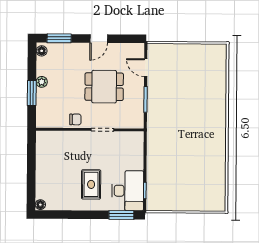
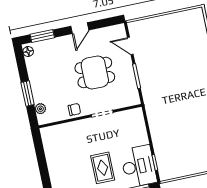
plant: (42, 82) -> (40, 109), moved

